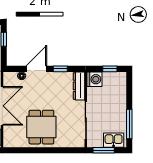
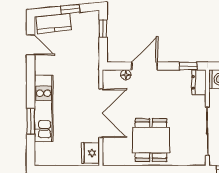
window: (60, 69) -> (188, 66), moved
dresser: (79, 86) -> (199, 82), width x0.70

